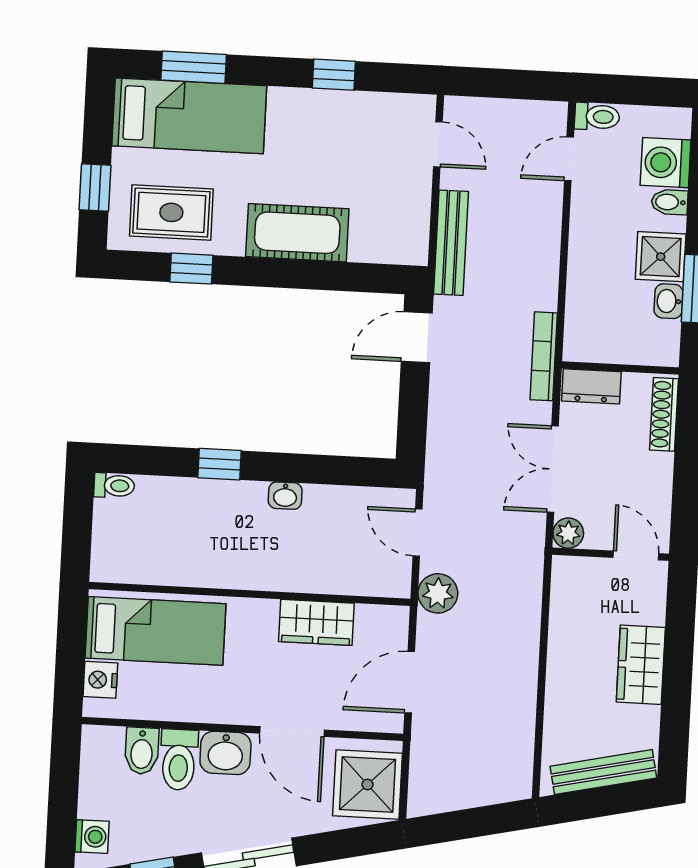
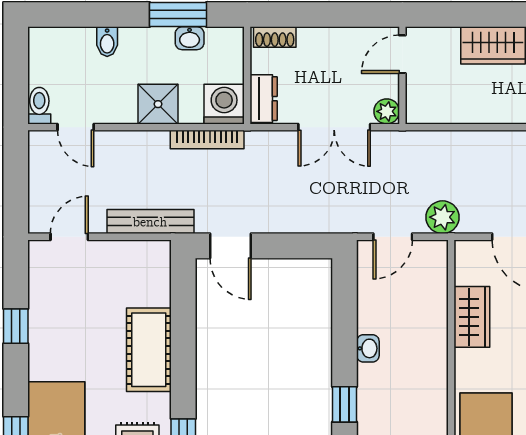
washing machine: (666, 163) -> (224, 104), moved, turned 180
shower: (661, 257) -> (158, 104), moved
bookcase: (544, 356) -> (207, 140), moved
shoe rack: (664, 414) -> (275, 37), width x0.70

